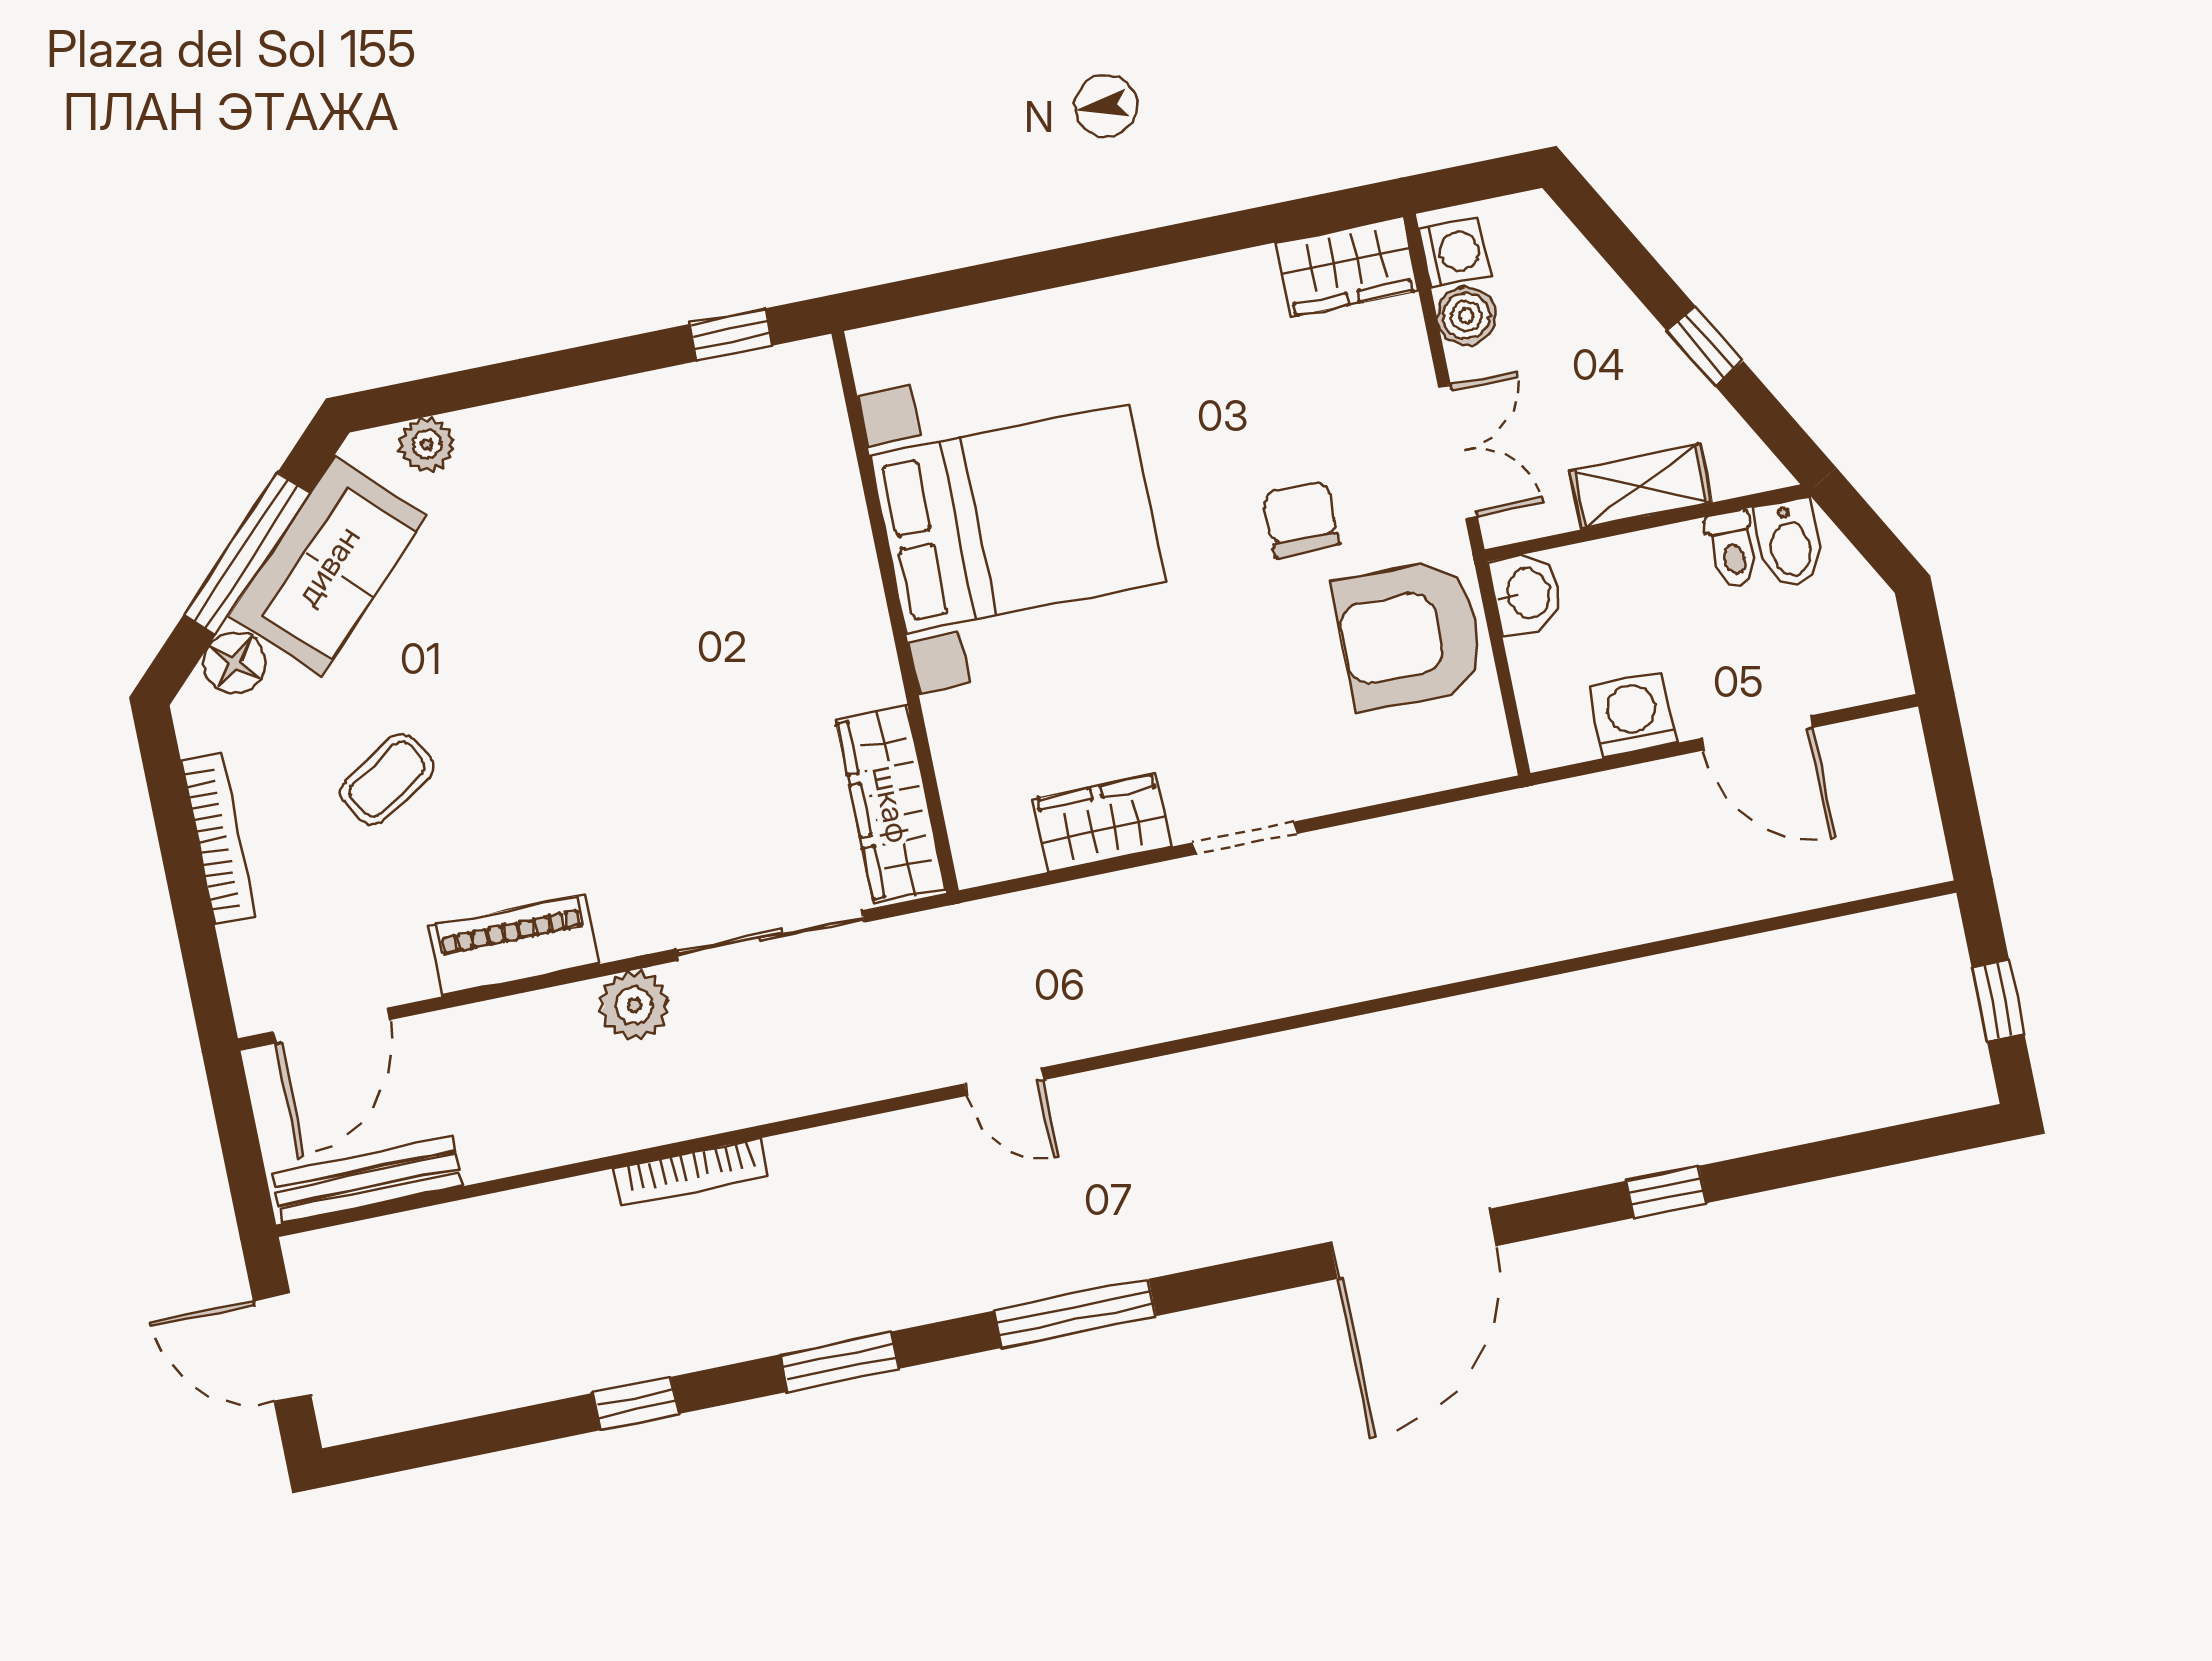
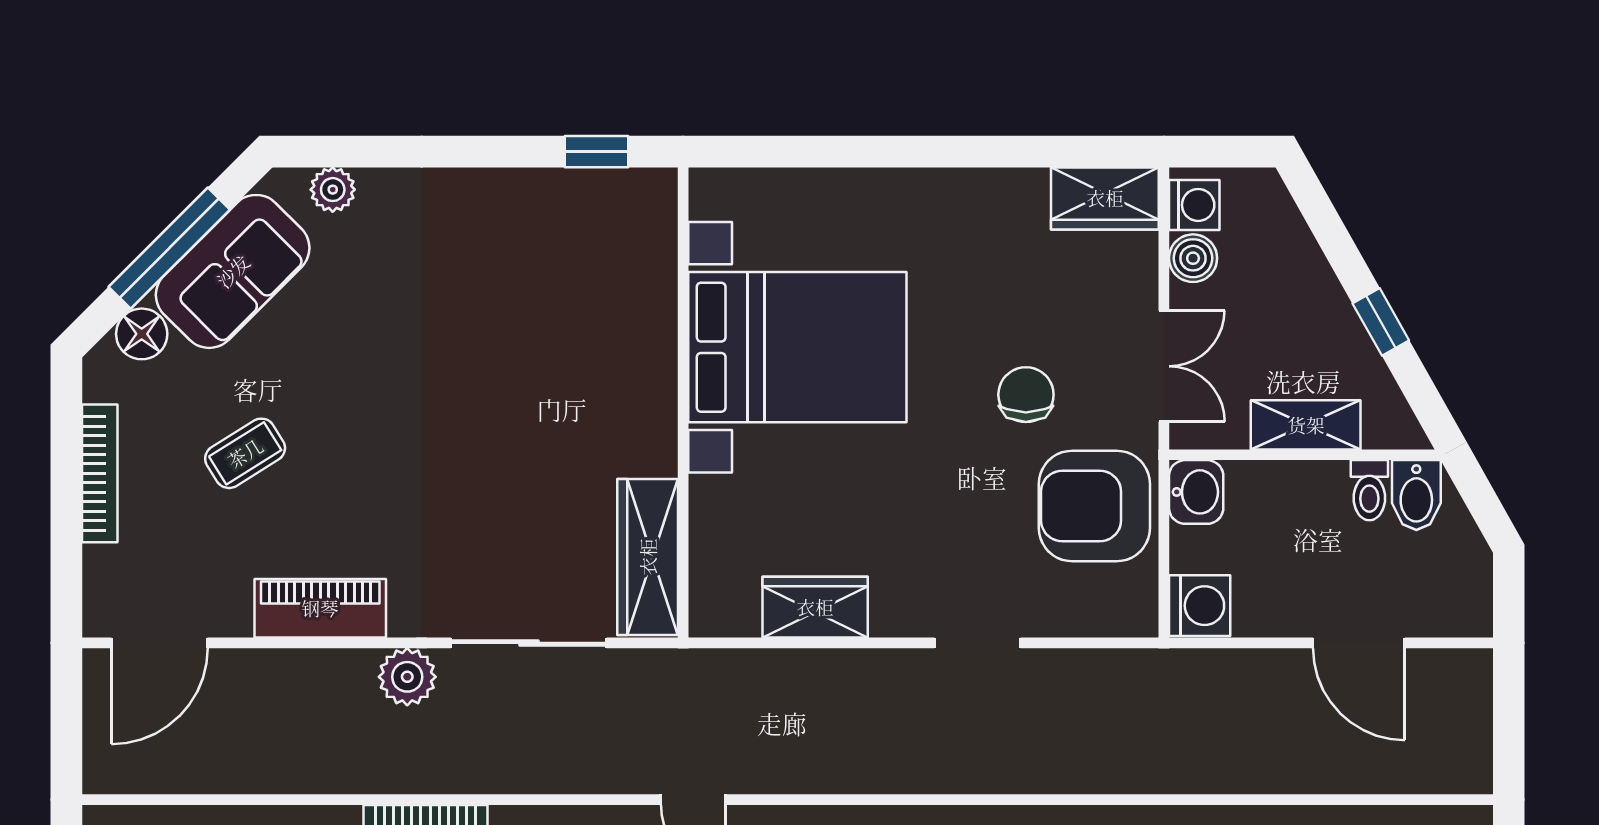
washing machine: (1633, 714) -> (1200, 606), moved, turned 90
doorway: (1245, 838) -> (977, 643), moved
bench: (367, 1180) -> (163, 773), removed

